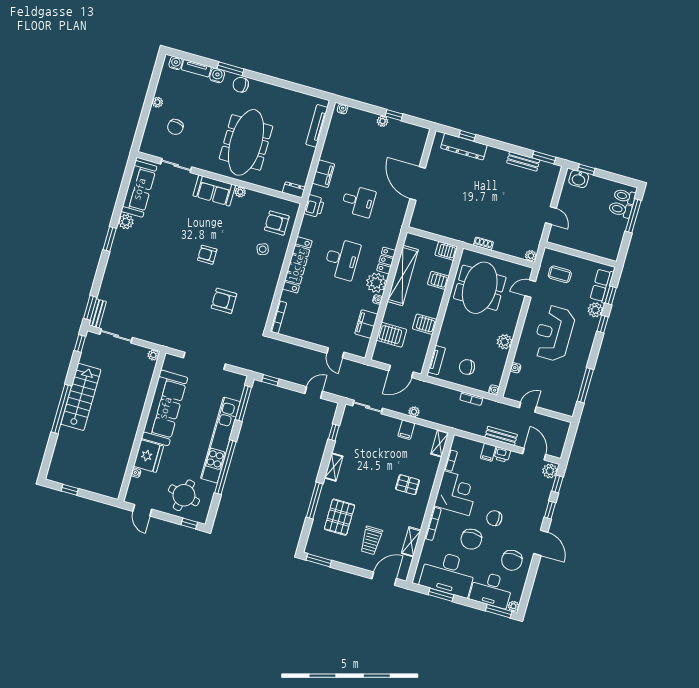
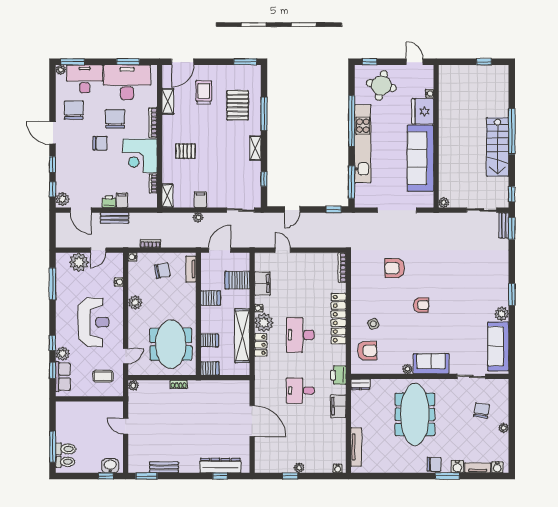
armchair: (224, 301) -> (395, 268), turned 180
plant: (551, 400) -> (79, 262), added

